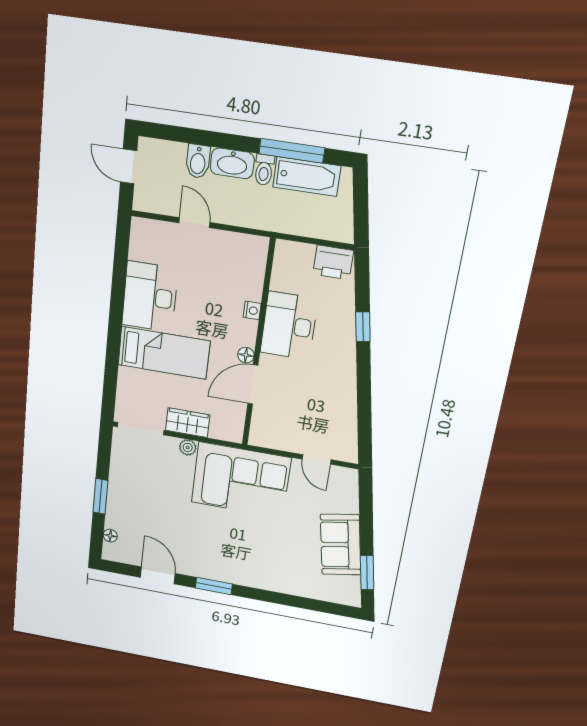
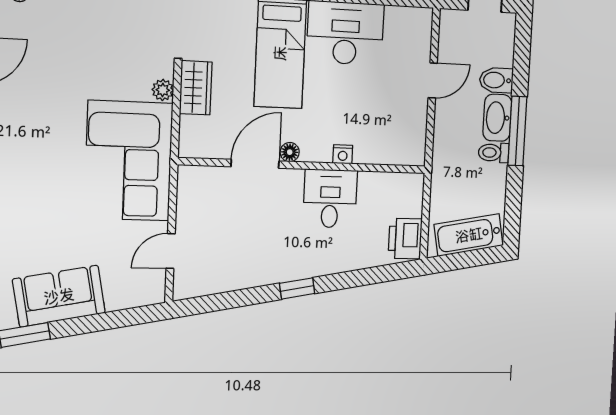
window: (292, 151) -> (517, 131), moved
bathtub: (307, 176) -> (469, 235), moved, turned 80
desk: (289, 326) -> (330, 199), width x0.73
window: (363, 327) -> (297, 288), moved
door: (253, 384) -> (255, 164), hinge flipped

